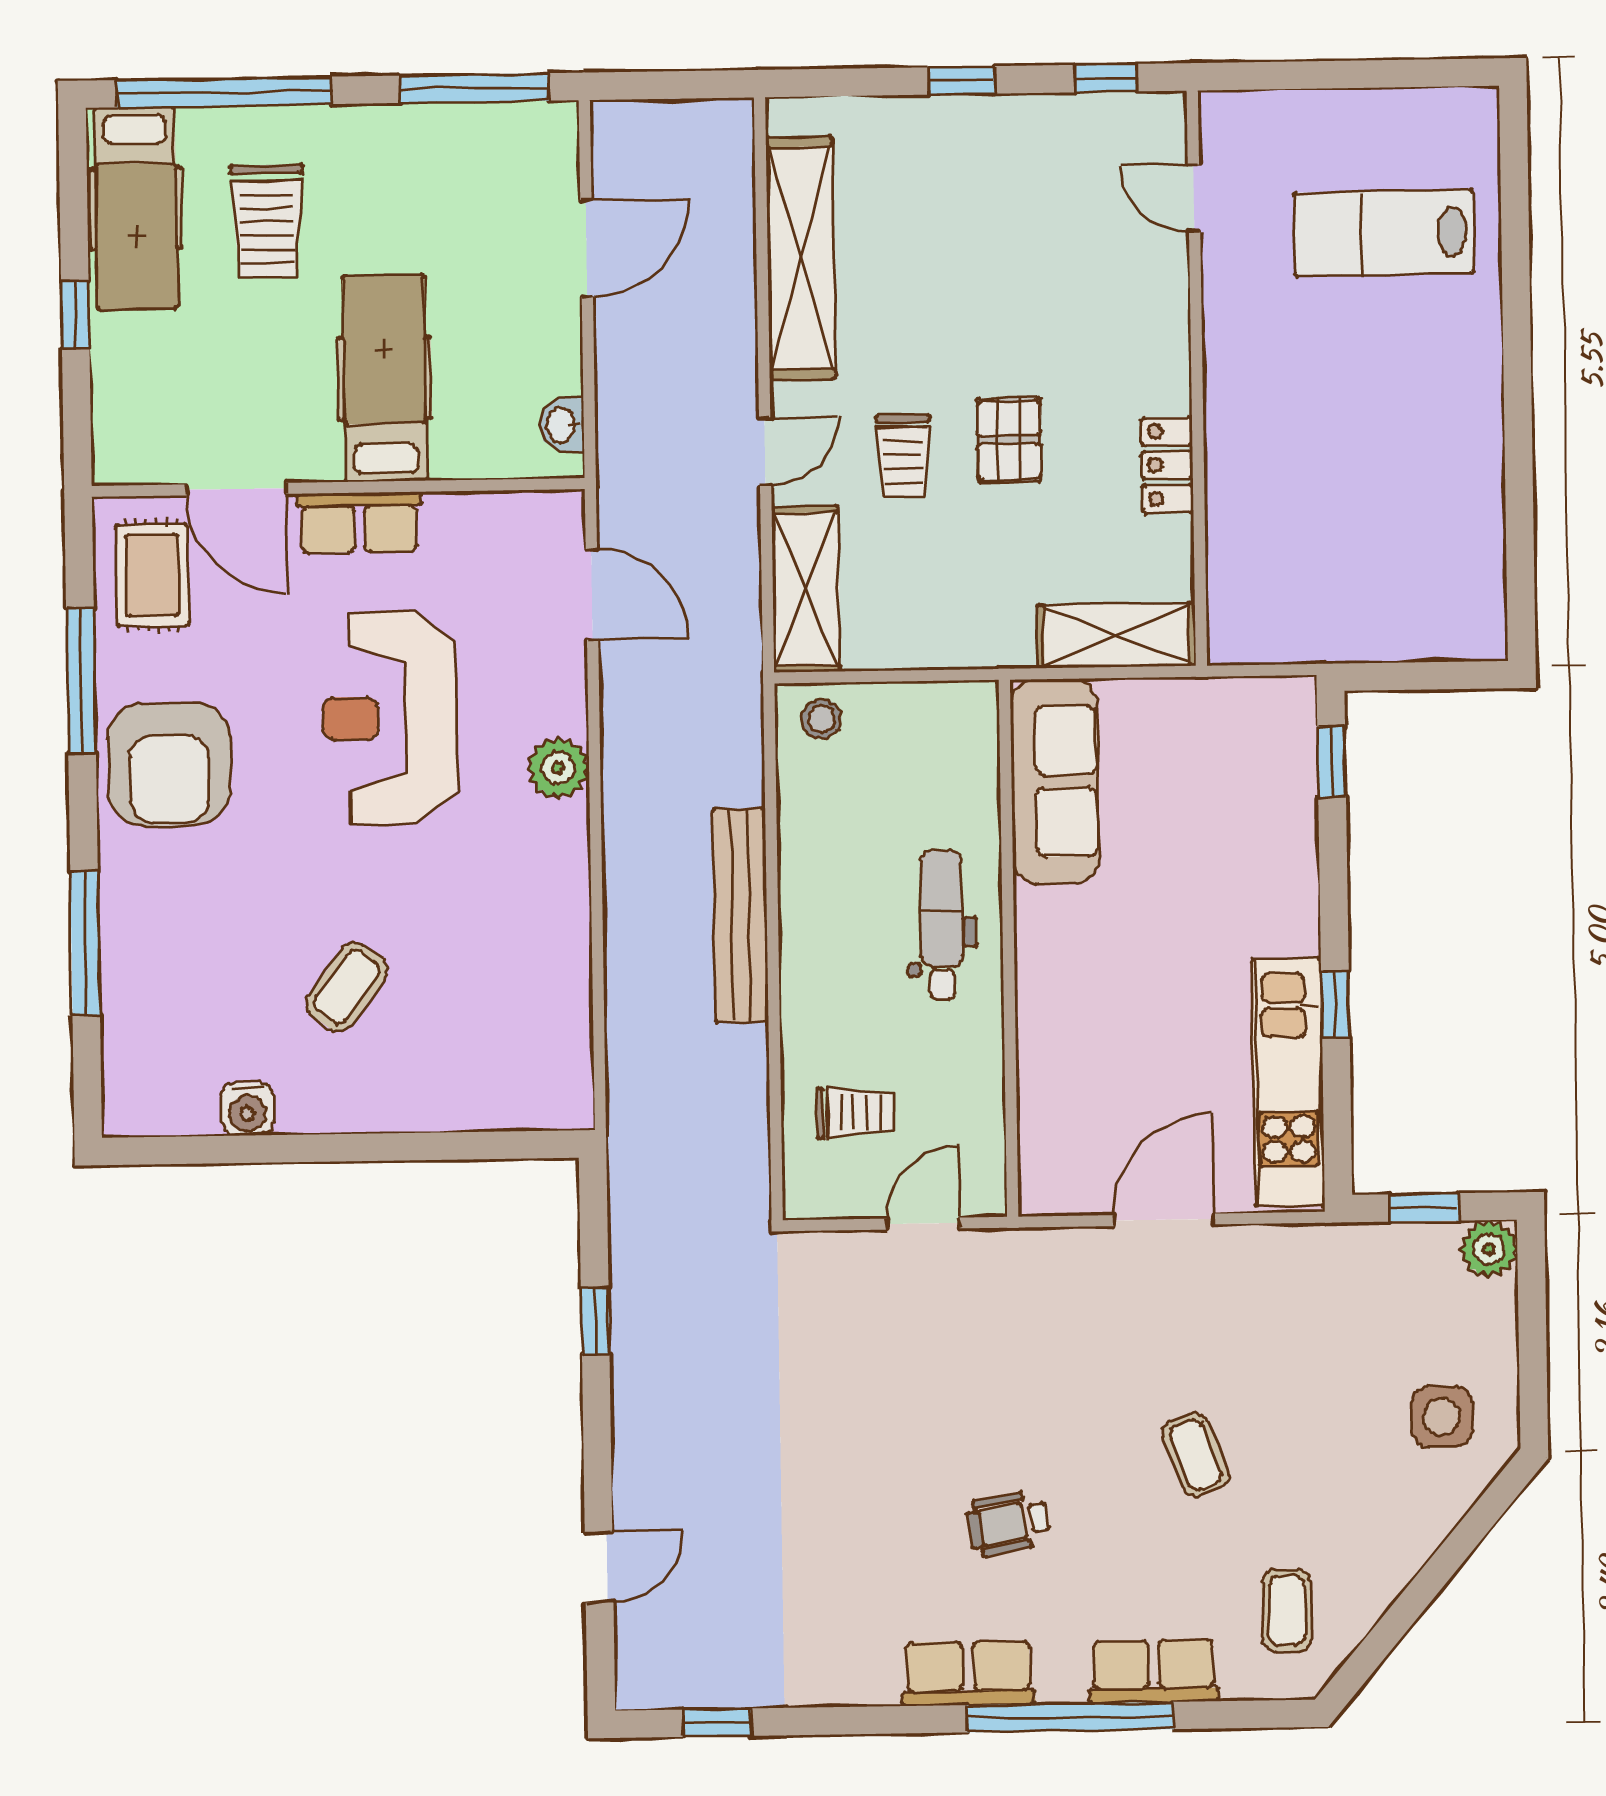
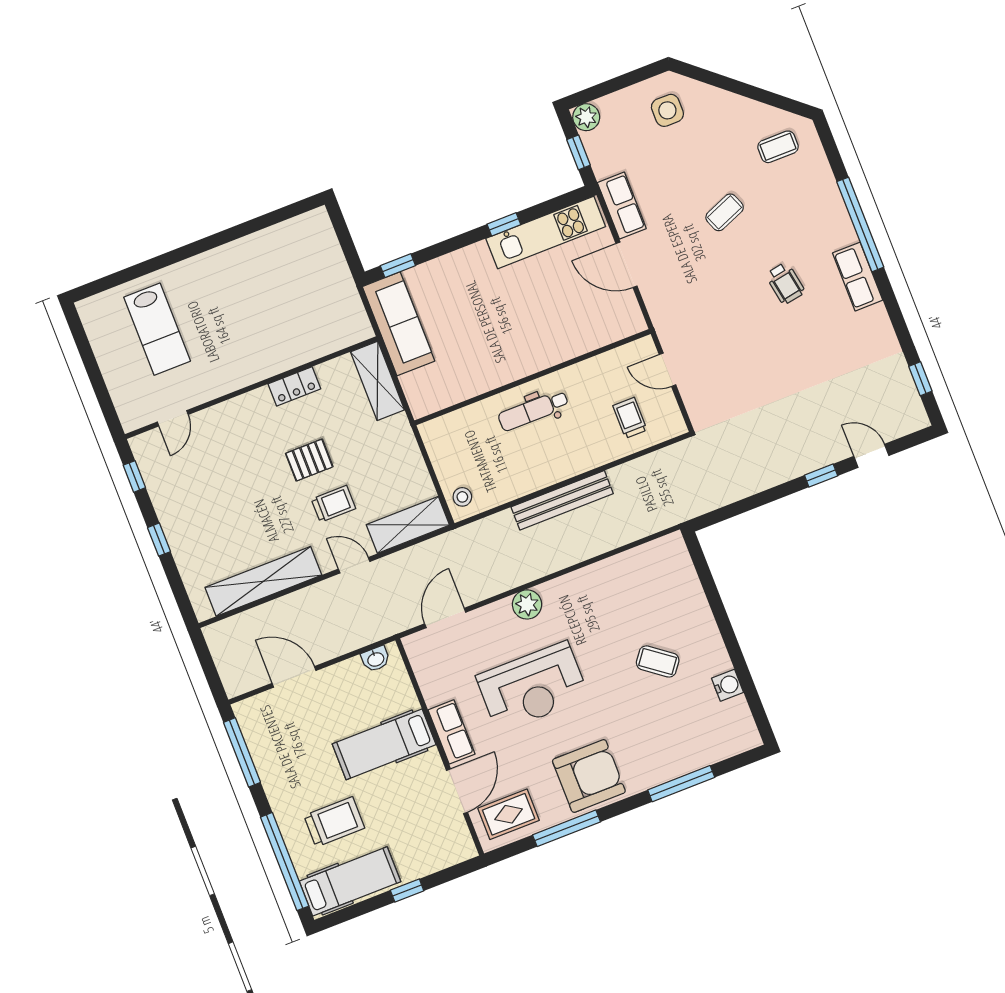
sofa: (1055, 781) -> (399, 324), moved, turned 90
window: (595, 1321) -> (821, 476), moved
row of seats: (1153, 1671) -> (622, 206), moved, turned 180

